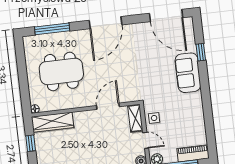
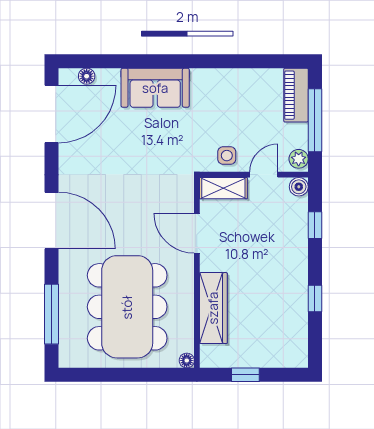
floor lamp: (190, 33) -> (87, 76), added
window: (201, 52) -> (122, 61), removed
dining table: (61, 71) -> (127, 307), width x1.36, depth x1.24
wardrobe: (53, 122) -> (213, 308), moved

